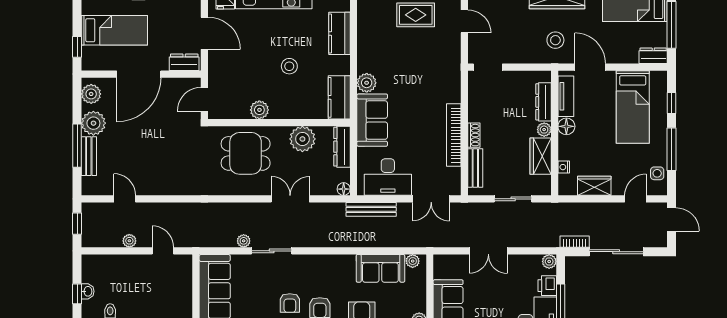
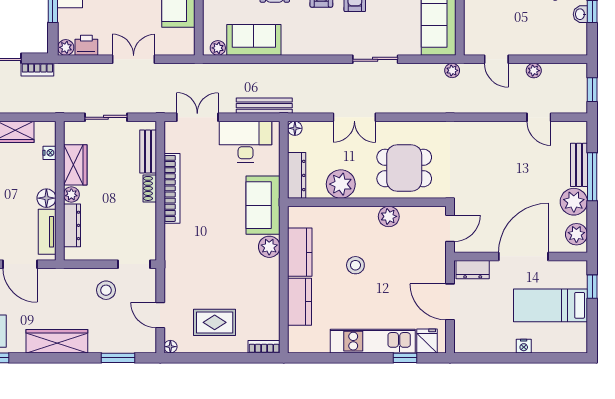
stool: (555, 40) -> (106, 290), moved
kitchen counter: (339, 97) -> (300, 252), moved
plant: (244, 241) -> (452, 70), moved
printer: (547, 286) -> (86, 45), moved, turned -90

